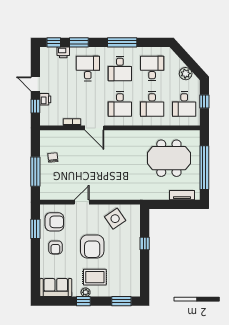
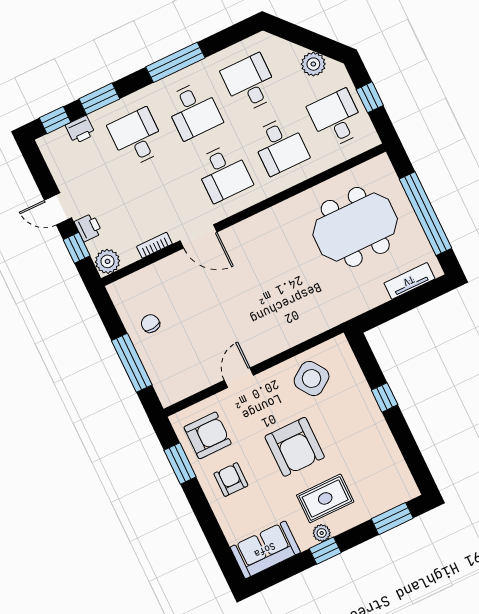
desk: (184, 104) -> (336, 119), turned 180
plant: (47, 119) -> (108, 261), added
armchair: (55, 247) -> (231, 480), turned 180

